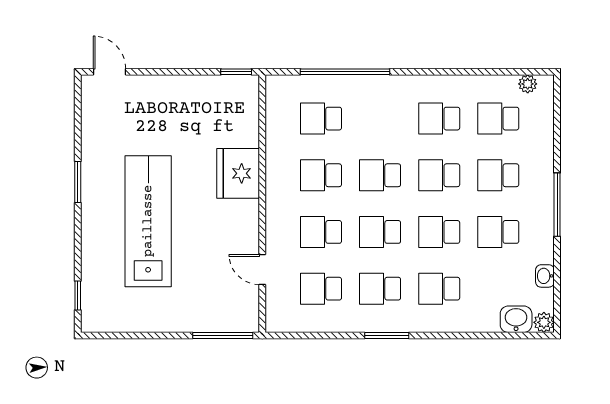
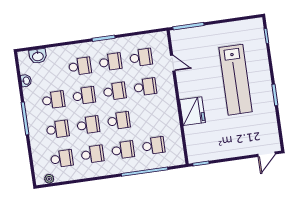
door: (109, 72) -> (267, 154), hinge flipped
school desk: (321, 175) -> (123, 150), moved
plant: (544, 322) -> (23, 57), removed

